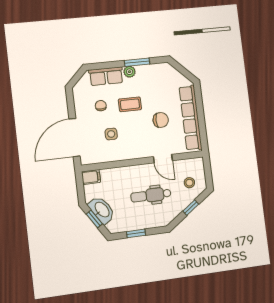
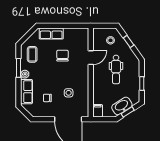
coffee table: (130, 104) -> (32, 54), moved
row of seats: (191, 118) -> (51, 33), width x0.50

